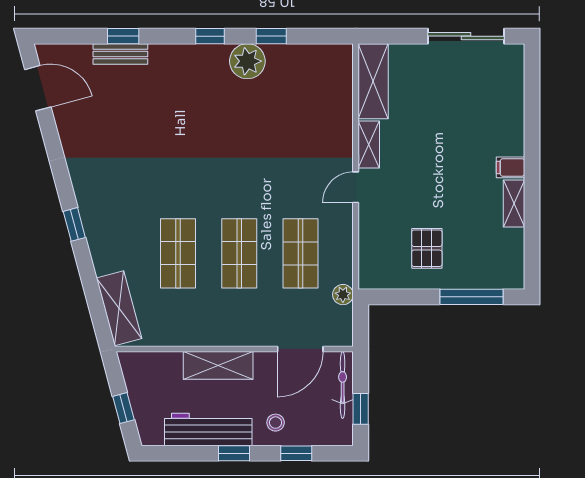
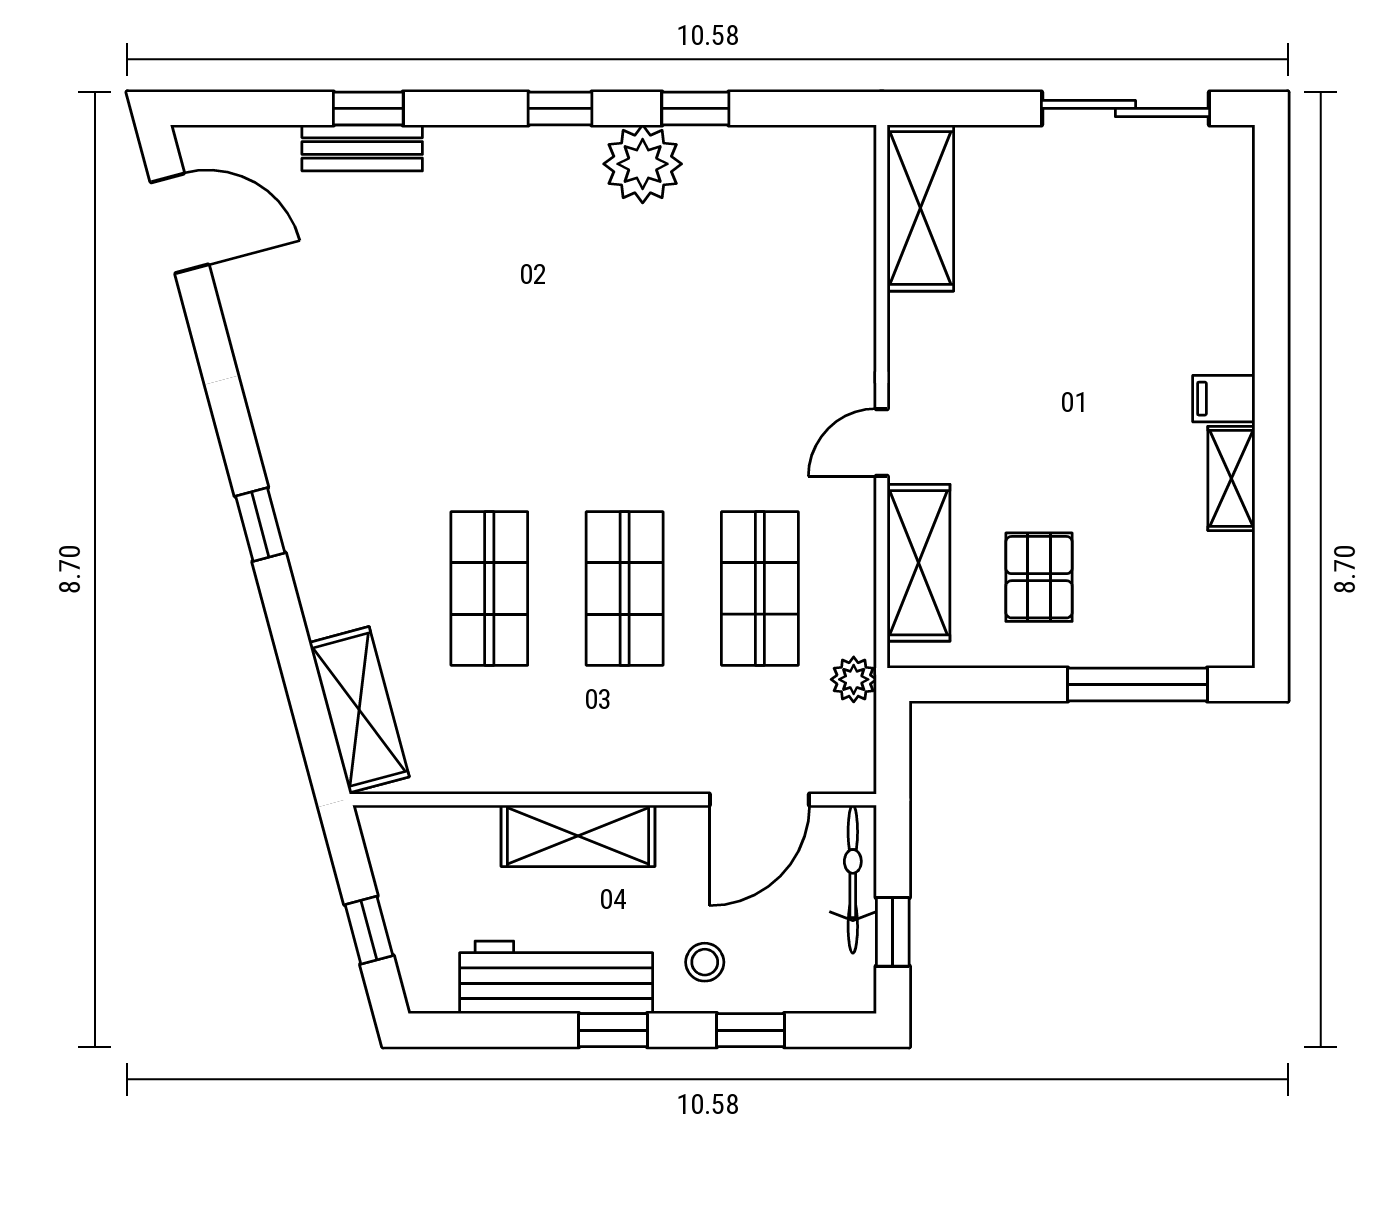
shelving: (369, 144) -> (919, 563), moved, width x1.50, depth x1.33

